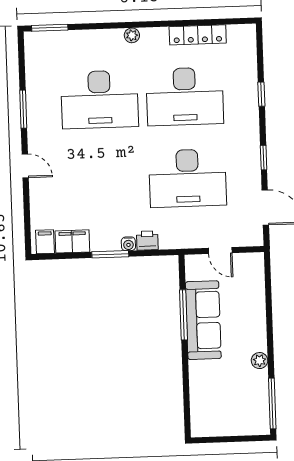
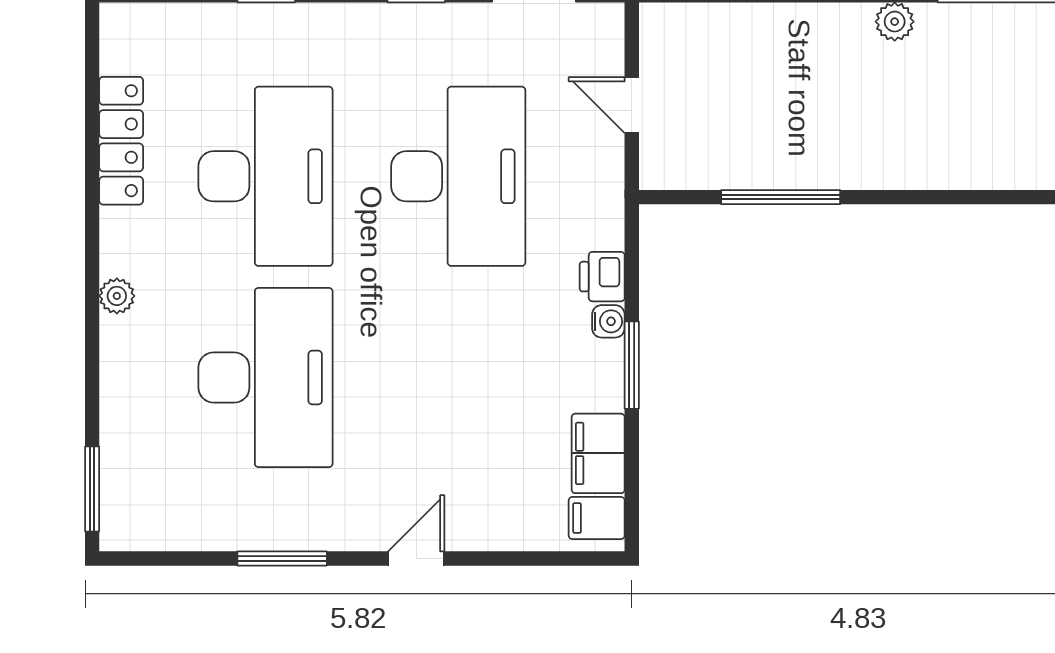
door: (220, 250) -> (632, 105), swing flipped
sofa: (203, 320) -> (795, 151), removed

